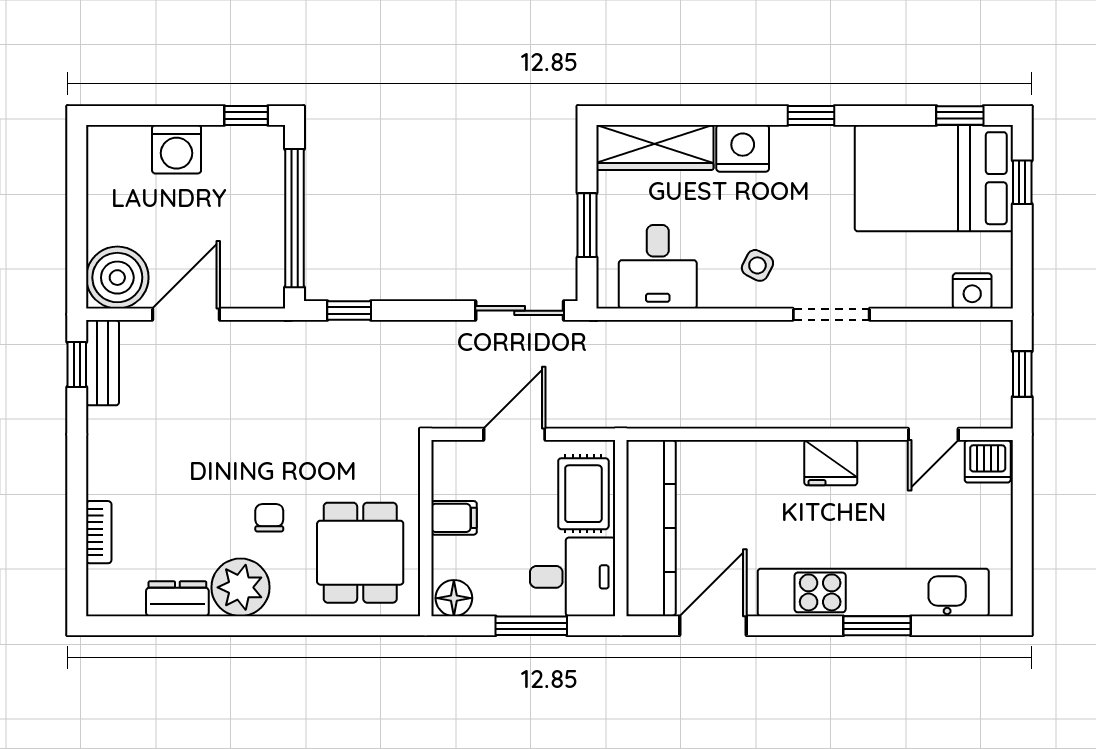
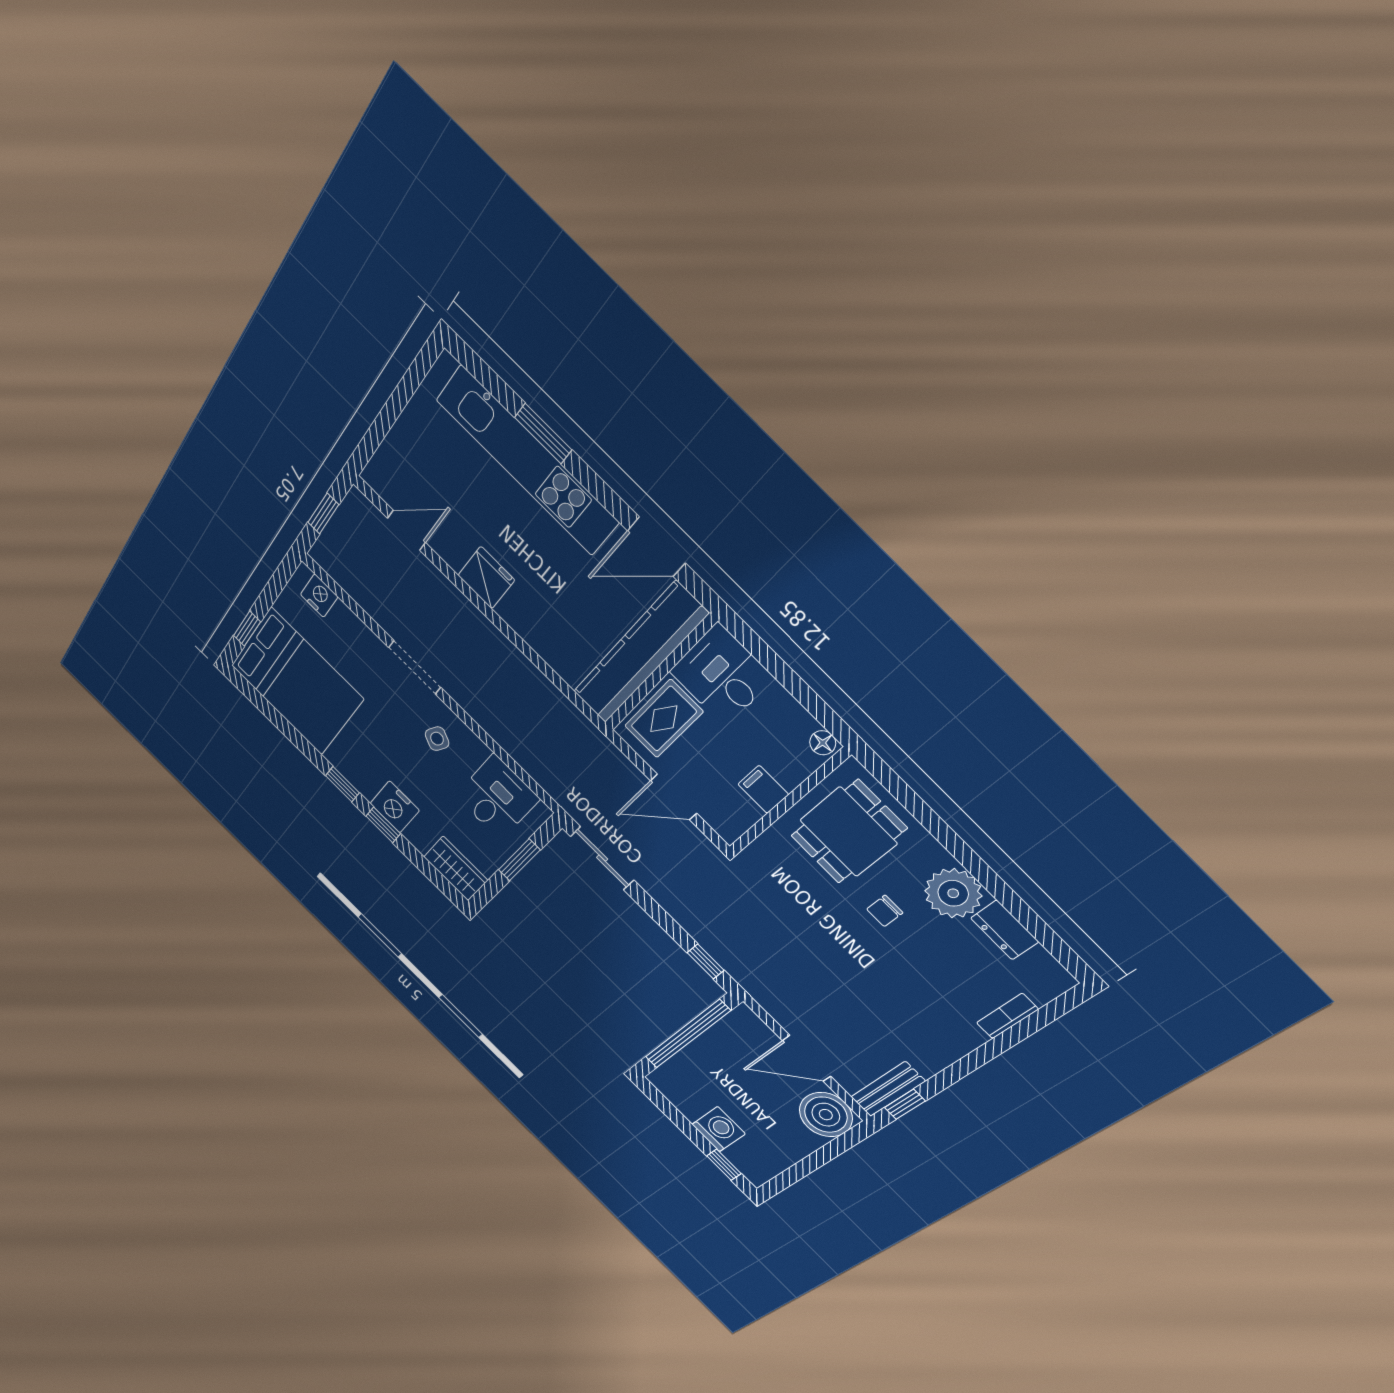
window: (246, 115) -> (724, 1165), moved
window: (960, 115) -> (383, 825), moved
wardrobe: (655, 147) -> (456, 869), width x0.67
dishwasher: (988, 461) -> (384, 477), removed
floor lamp: (454, 598) -> (823, 743), width x0.73, depth x0.73
window: (531, 626) -> (782, 672), removed

